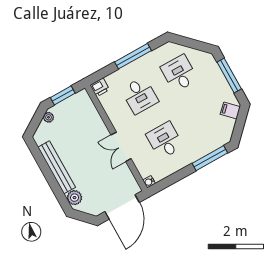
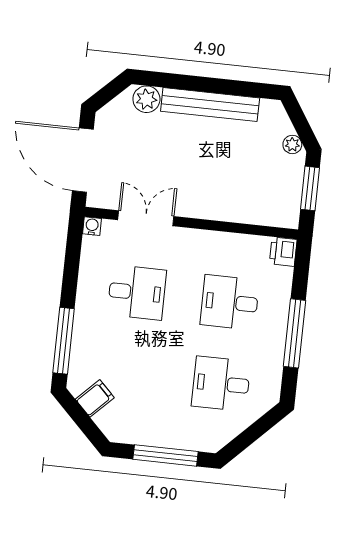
desk: (179, 73) -> (221, 384), turned 180
filing cabinet: (230, 110) -> (95, 398), moved
double door: (121, 147) -> (146, 218), moved

